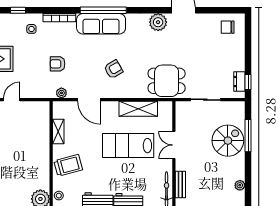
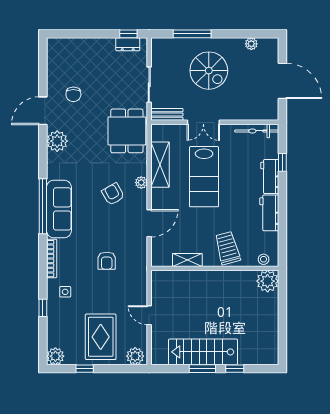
chair: (228, 27) -> (73, 94), moved
plant: (61, 93) -> (141, 183), moved
spiral stairs: (228, 141) -> (209, 71), moved, turned 180
bench: (180, 184) -> (167, 114), moved

